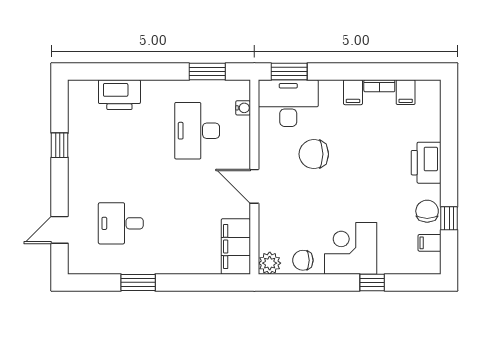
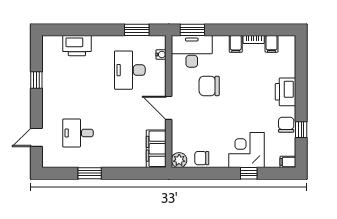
filing cabinet: (430, 243) -> (288, 162), moved
corner desk: (351, 248) -> (247, 150), moved

